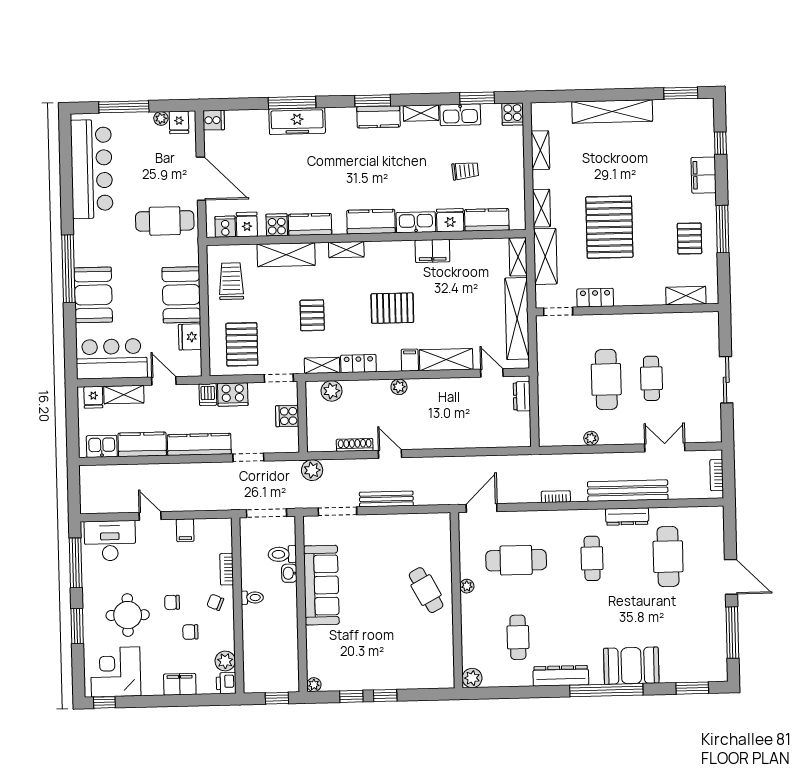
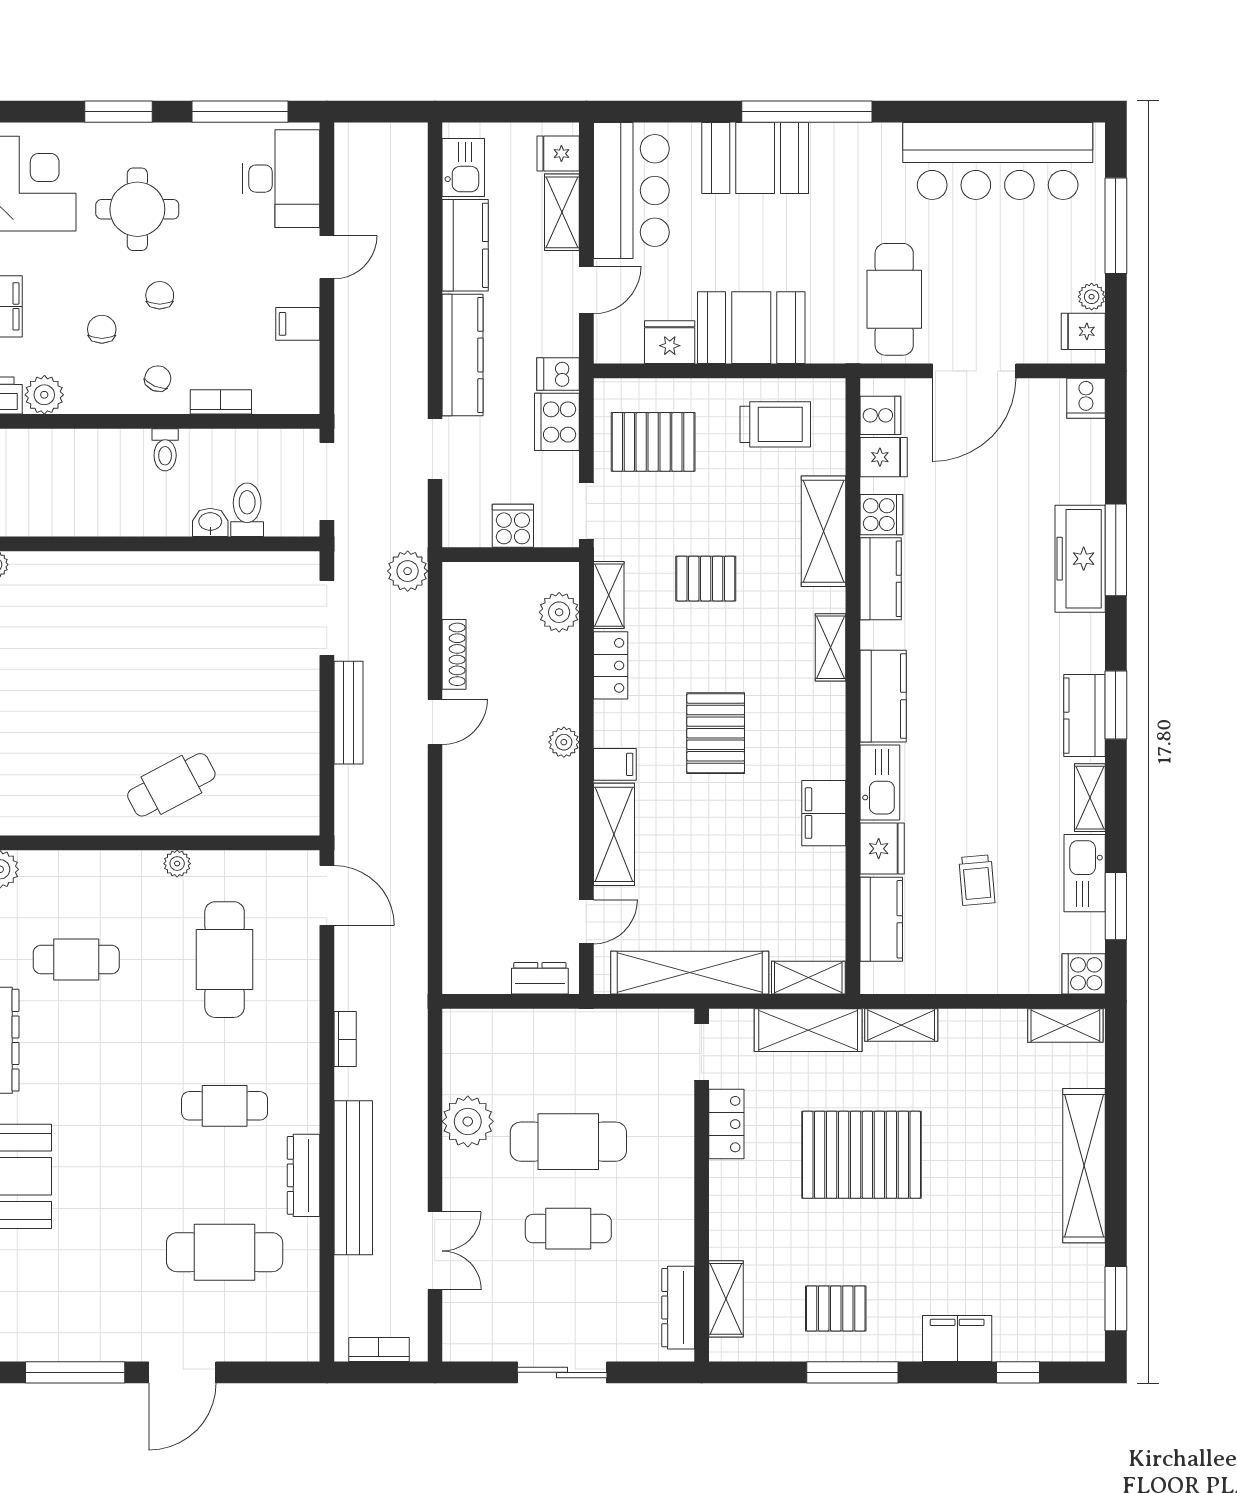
shelving: (540, 150) -> (1065, 1025), moved
dresser: (691, 320) -> (678, 1308), added
plant: (591, 438) -> (468, 1121), width x1.87, depth x1.87
sofa: (321, 585) -> (186, 583), removed

